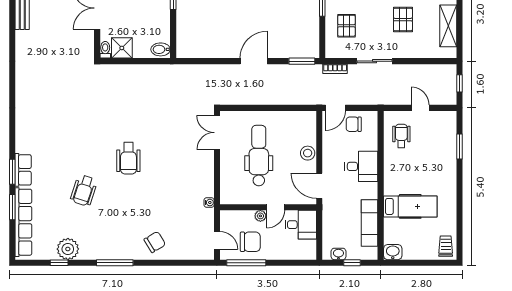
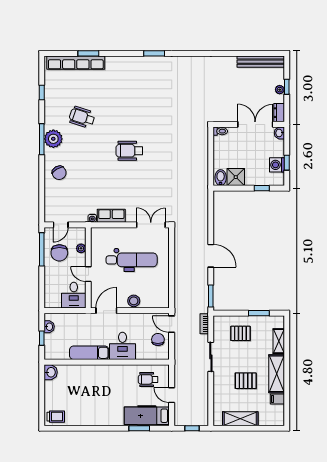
shower: (122, 48) -> (236, 177), moved
door: (420, 108) -> (172, 395), swing flipped
wheelchair: (401, 136) -> (148, 379), turned 180
row of seats: (23, 170) -> (111, 216), moved, turned 180
window: (12, 172) -> (154, 53), moved
wheelchair: (84, 190) -> (82, 117), moved
hospital bed: (410, 206) -> (147, 416), moved, turned 90
plant: (260, 216) -> (81, 248), moved
exam couch: (370, 223) -> (89, 353), moved
plant: (68, 249) -> (53, 139), moved

